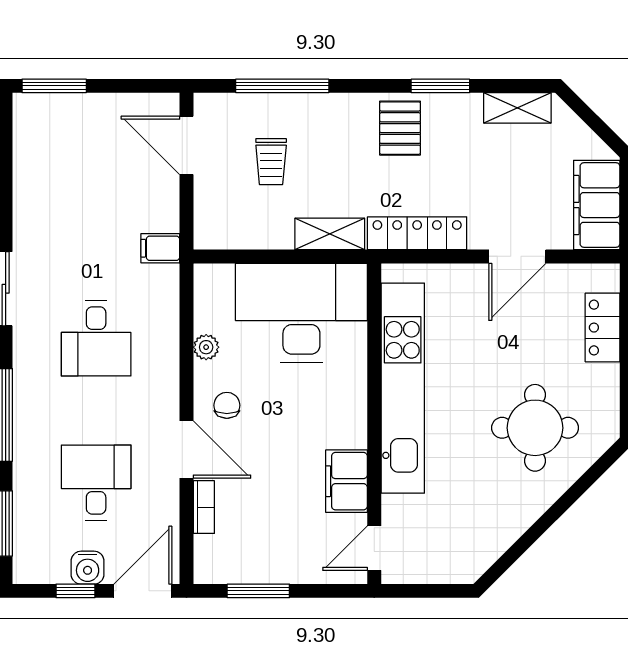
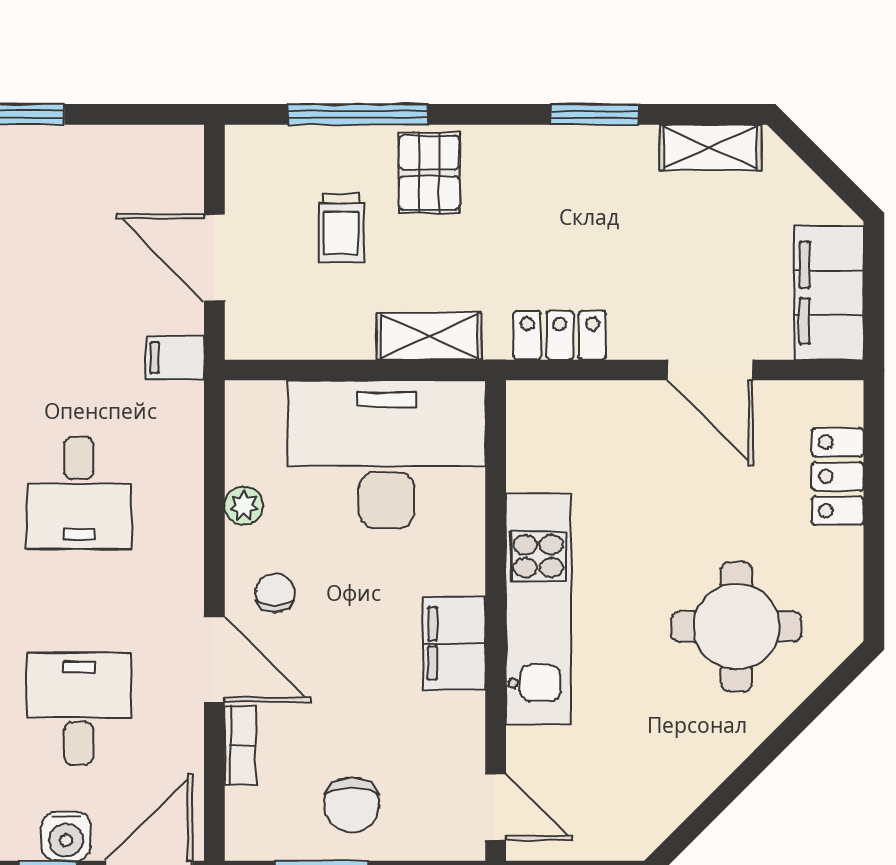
pallet: (400, 128) -> (429, 173), moved
door: (187, 145) -> (214, 258), moved
locker: (417, 233) -> (560, 335), width x0.66
door: (517, 256) -> (710, 370), hinge flipped
kitchen unit: (403, 388) -> (538, 609), width x0.73
filing cabinet: (347, 481) -> (454, 643), moved
chair: (278, 547) -> (352, 805), added
door: (374, 548) -> (496, 807), swing flipped

